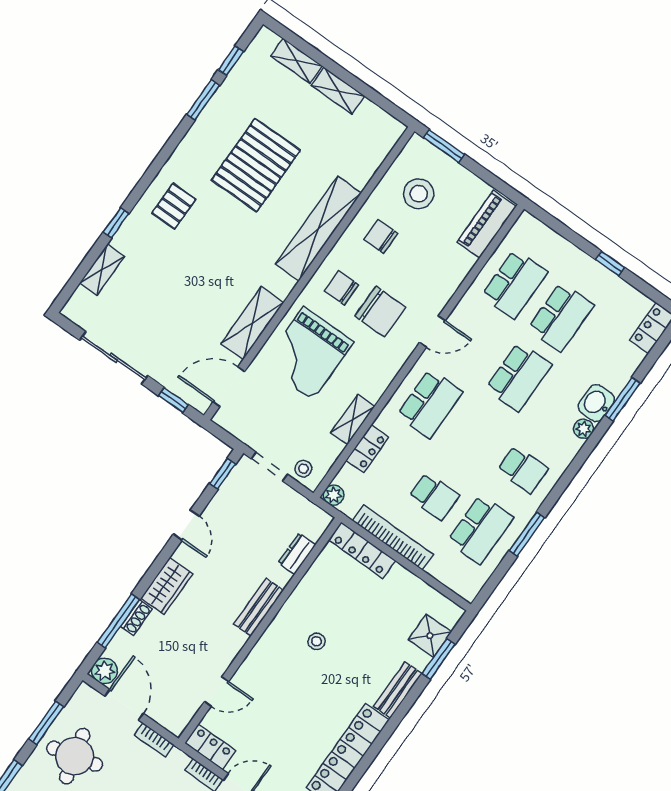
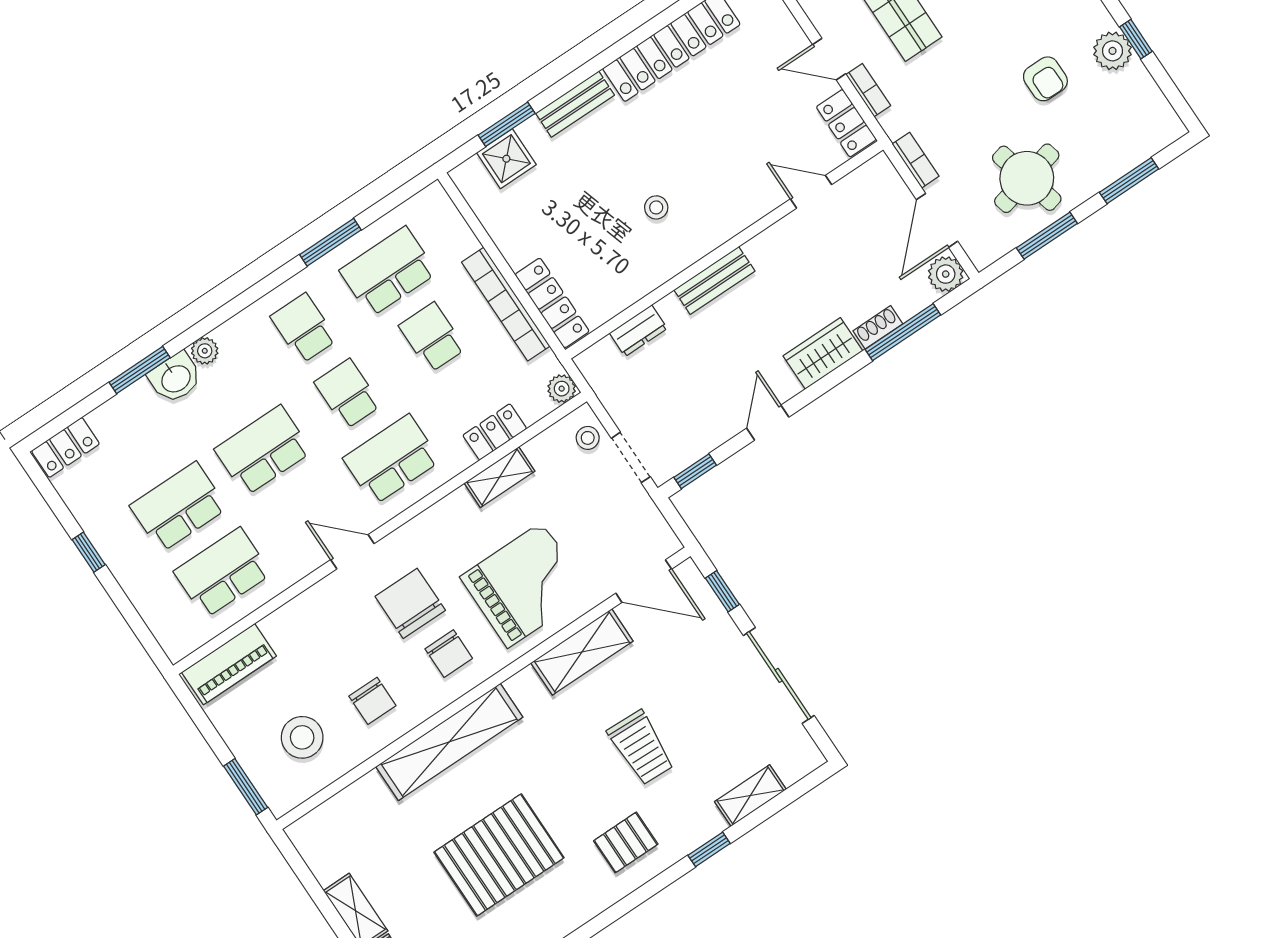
trolley: (188, 274) -> (641, 748), added
school desk: (476, 437) -> (348, 394), added

